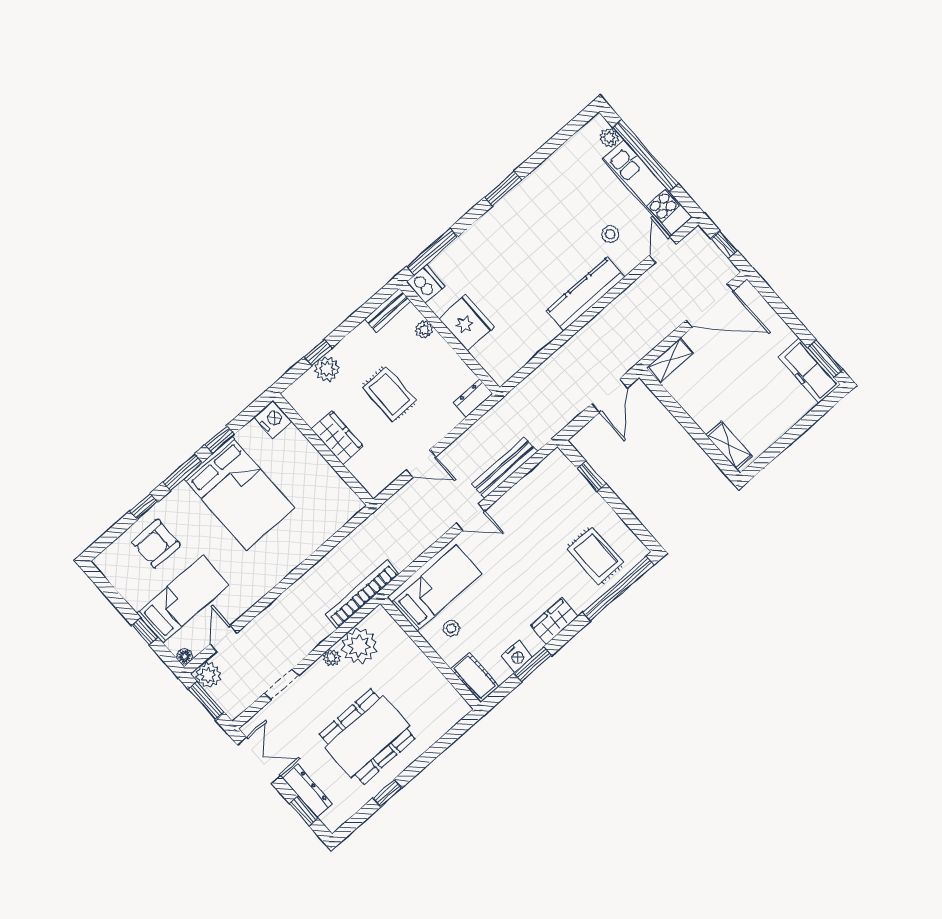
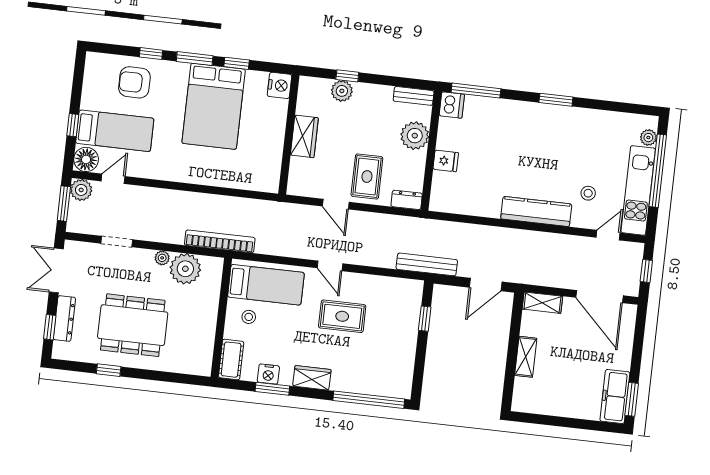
fridge: (467, 323) -> (446, 161), width x0.53, depth x0.75
plant: (424, 329) -> (415, 136), width x1.88, depth x1.88
rug: (389, 394) -> (367, 177), moved
shelving: (729, 446) -> (526, 357), moved
bench: (505, 468) -> (427, 264), moved
rug: (595, 556) -> (342, 316), moved, turned 90
floor lamp: (185, 656) -> (86, 159), width x1.89, depth x1.89
double door: (259, 760) -> (56, 270), swing flipped

